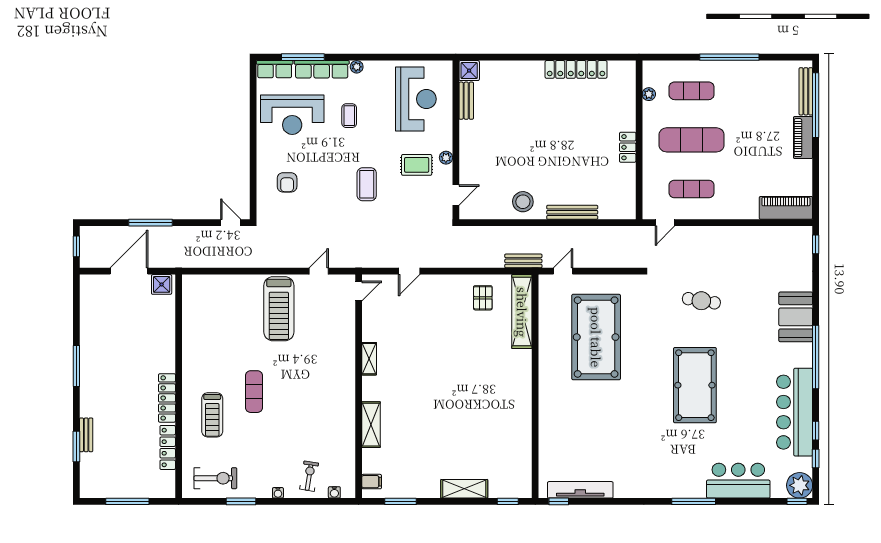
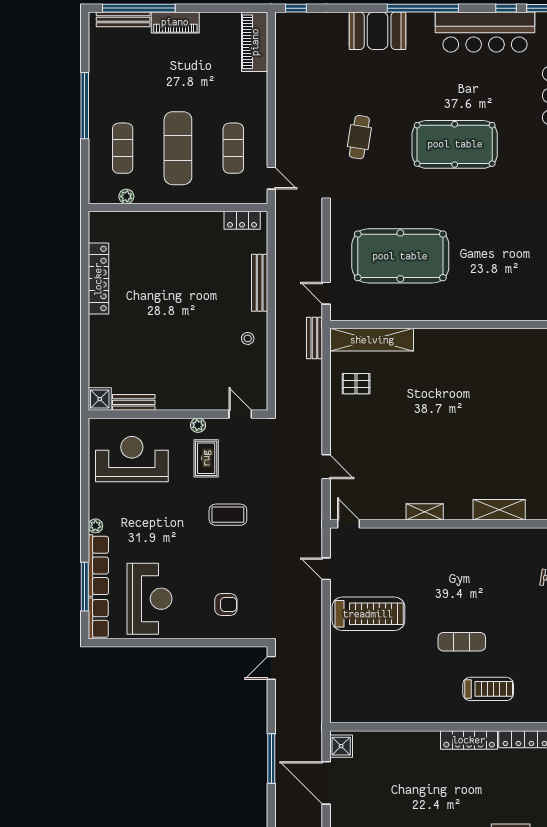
coffee table: (349, 116) -> (151, 534), removed
locker: (628, 147) -> (242, 220), moved
stool: (523, 202) -> (248, 338), width x0.53, depth x0.53

